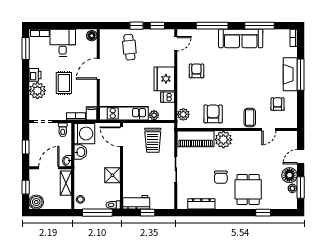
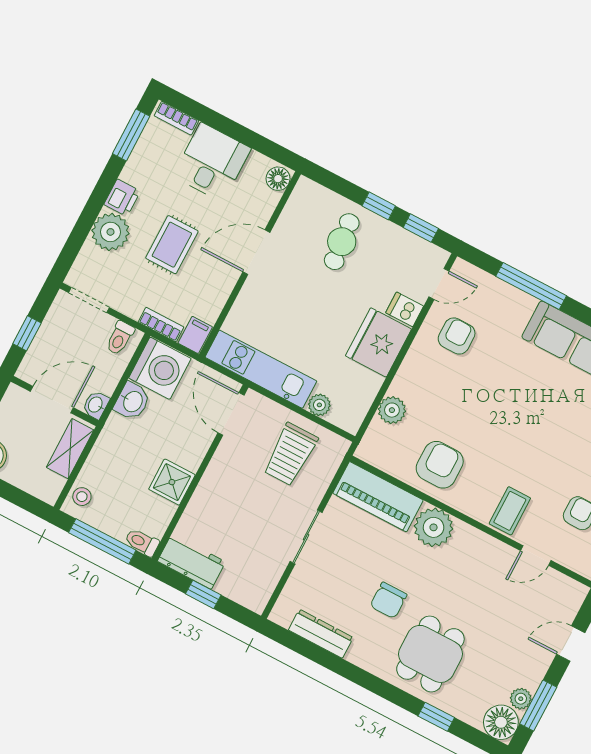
armchair: (196, 71) -> (457, 336), moved
dishwasher: (168, 97) -> (405, 309), moved
plant: (183, 114) -> (392, 410), moved
floor lamp: (289, 175) -> (501, 722), moved

